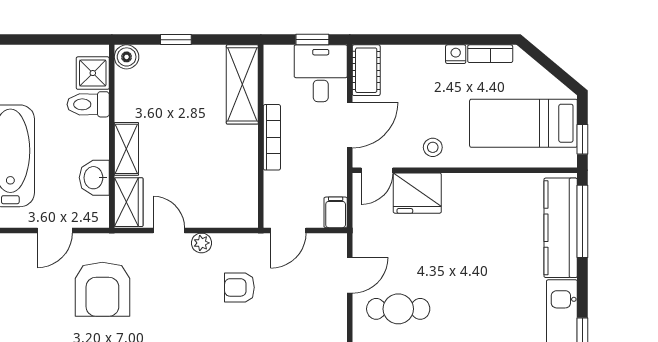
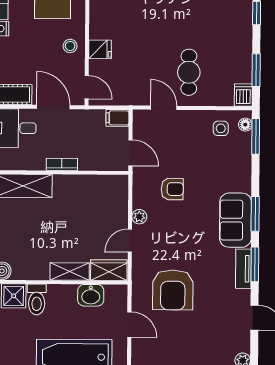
bookcase: (272, 137) -> (62, 164), width x0.64
fridge: (417, 193) -> (100, 49), width x0.53, depth x0.75
armchair: (239, 287) -> (172, 189), turned -90
armchair: (102, 289) -> (173, 290), turned 90

